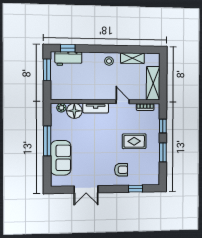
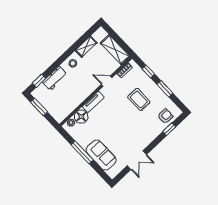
workbench: (68, 59) -> (55, 78), moved
rug: (134, 141) -> (139, 99), turned 90
armchair: (121, 170) -> (165, 116), moved

